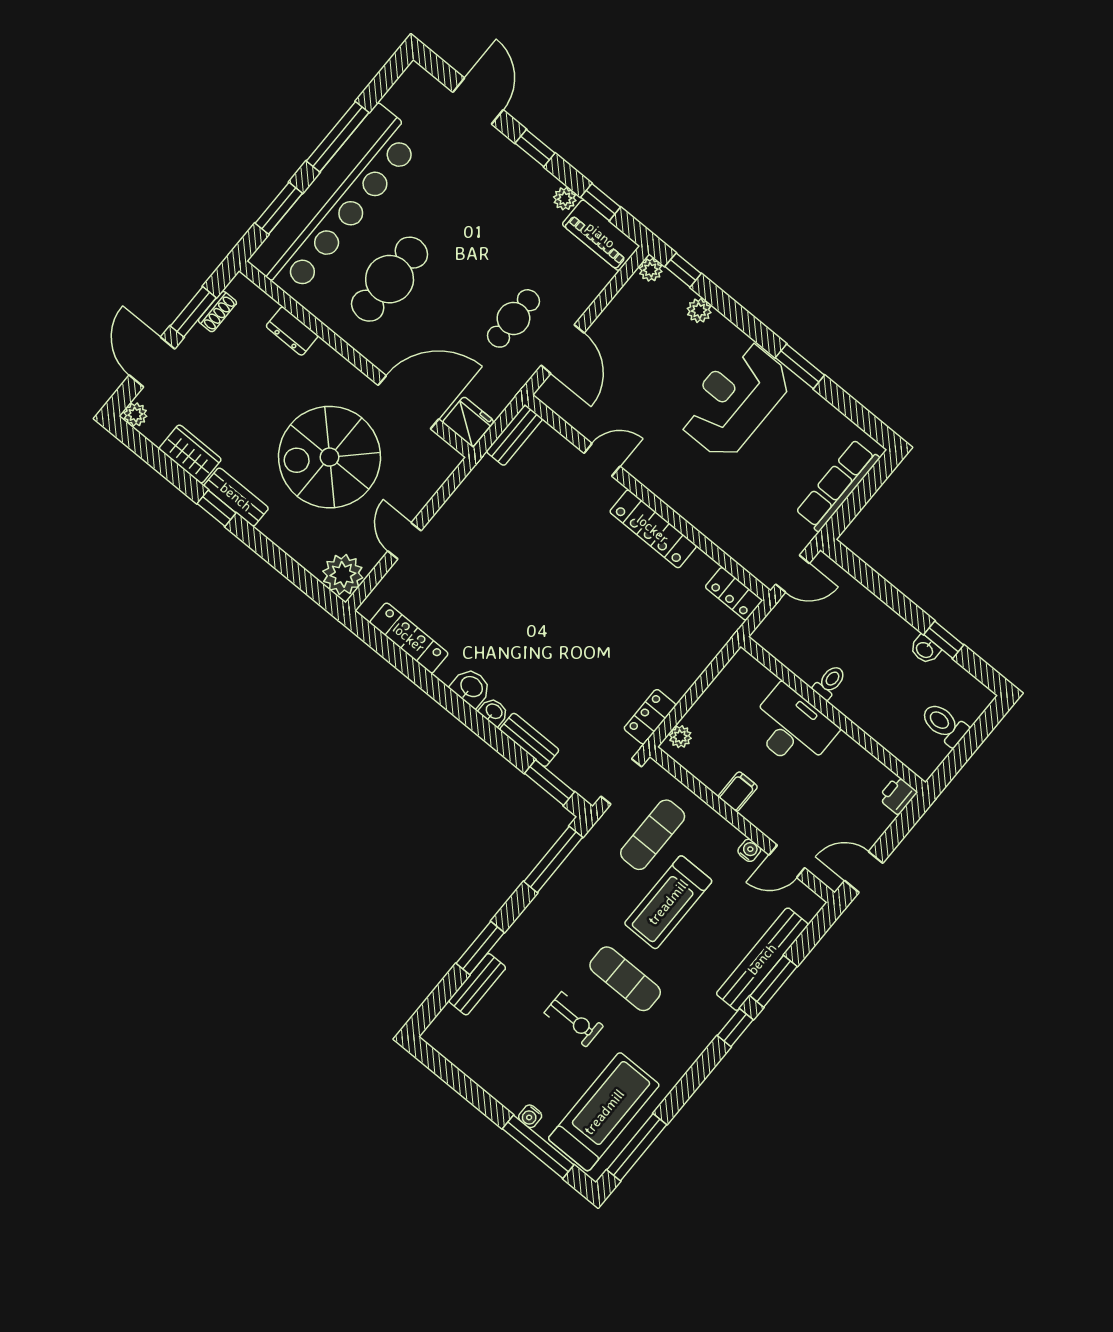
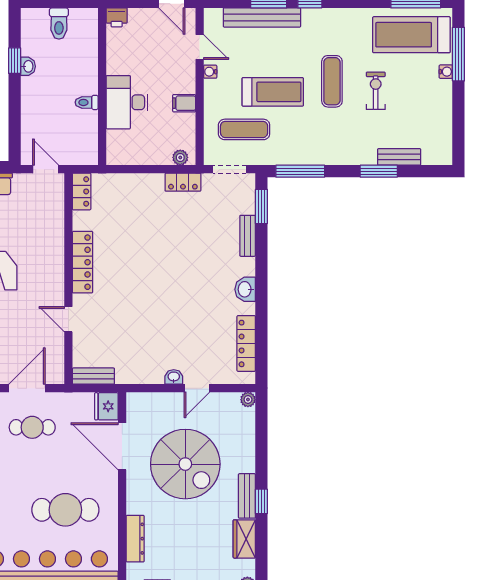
dresser: (292, 331) -> (135, 539), width x1.44
plant: (343, 574) -> (248, 400), width x0.53, depth x0.53
washbasin: (494, 712) -> (174, 377), moved, turned 90

